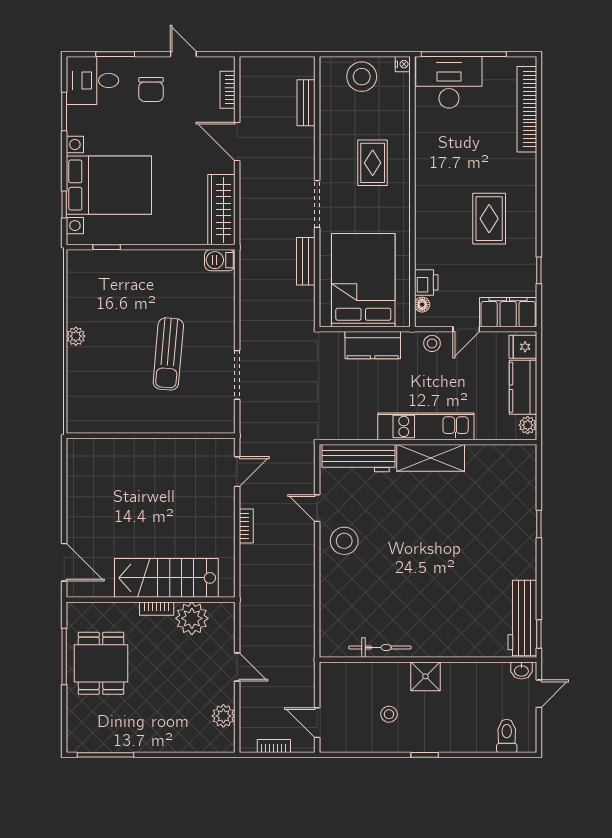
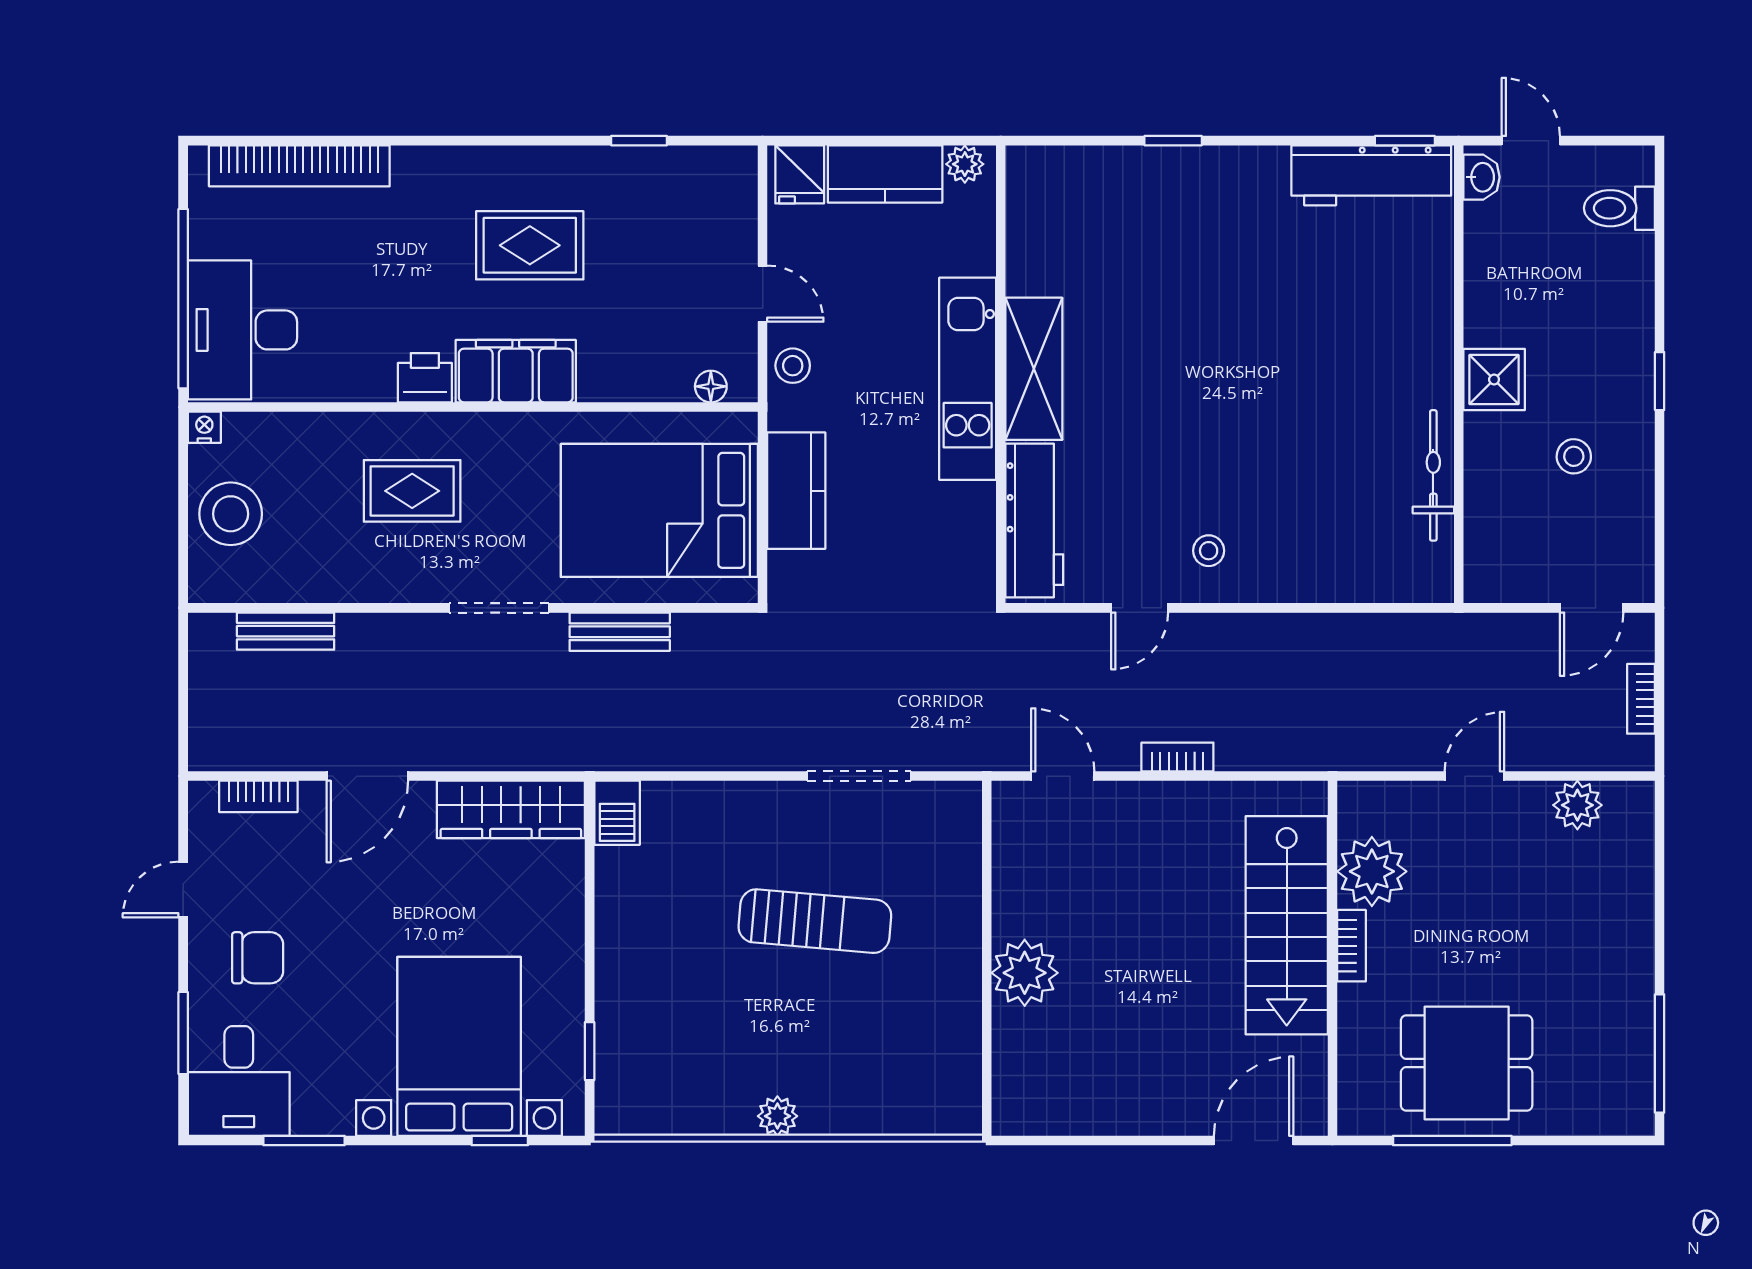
printer: (426, 282) -> (425, 378), moved
filing cabinet: (508, 312) -> (516, 371), moved, turned 90
plant: (144, 454) -> (1025, 973), added
stool: (344, 541) -> (1209, 551), width x0.53, depth x0.53

